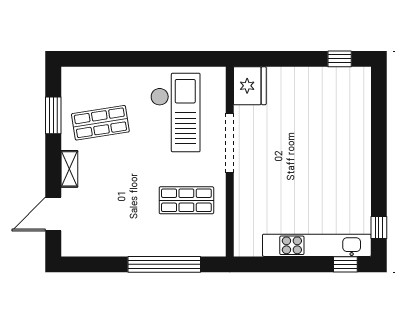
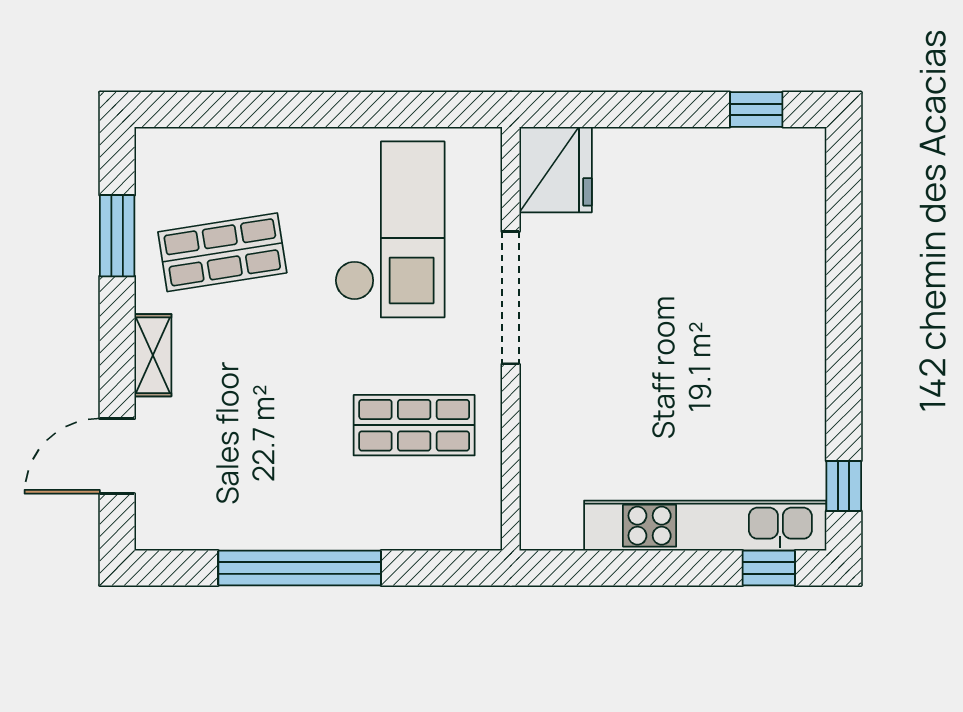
window: (164, 264) -> (300, 568), moved

